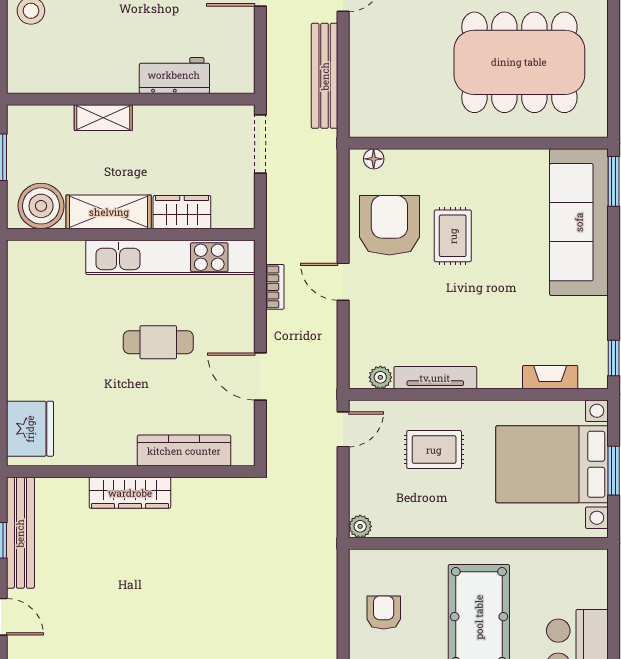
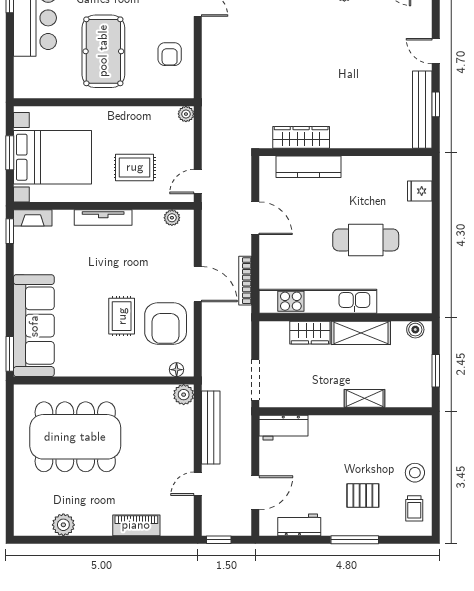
workbench: (174, 75) -> (283, 428), moved
plant: (363, 123) -> (184, 395), added
boiler: (41, 206) -> (415, 330), width x0.54, depth x0.54
door: (343, 282) -> (198, 284), width x1.37
bookcase: (275, 287) -> (245, 281), width x1.56
cafe table: (158, 342) -> (366, 240), moved, width x1.37, depth x1.35
fireplace: (550, 377) -> (33, 218), moved
tv unit: (435, 378) -> (103, 217), moved
fridge: (30, 429) -> (420, 191), width x0.53, depth x0.75
wardrobe: (130, 493) -> (301, 137), moved

